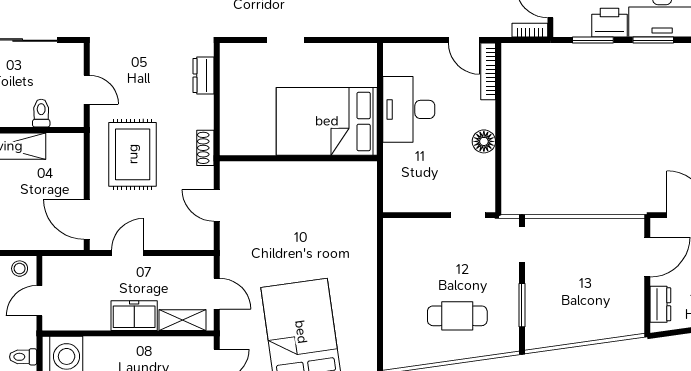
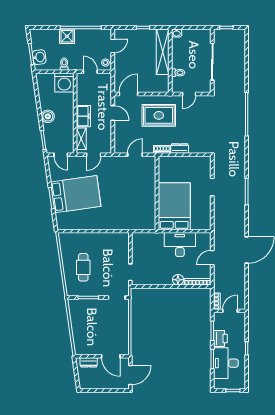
door: (464, 40) -> (212, 258), moved
dresser: (203, 75) -> (180, 149), moved
floor lamp: (484, 141) -> (178, 280), moved

